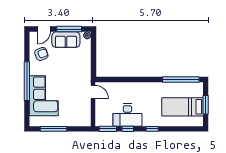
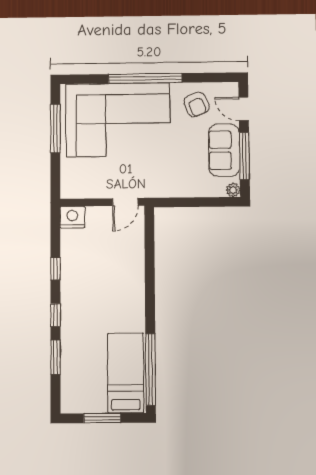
corner sofa: (44, 96) -> (118, 120), width x1.36, depth x1.36
bed: (182, 107) -> (126, 373), moved
desk: (127, 115) -> (82, 268), removed
nightstand: (101, 120) -> (72, 217), added
window: (108, 129) -> (55, 357), moved

